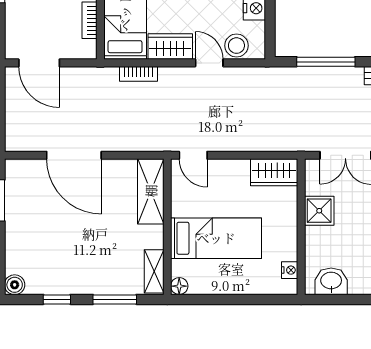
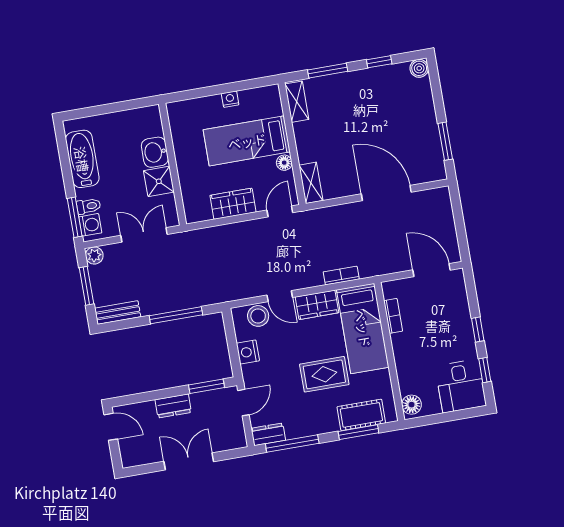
door: (193, 155) -> (280, 211), hinge flipped
wardrobe: (274, 172) -> (233, 204), moved
shelving: (151, 191) -> (311, 183), width x0.67, depth x0.75
nightstand: (290, 270) -> (230, 99), moved, turned 90
washbasin: (331, 281) -> (155, 152), moved, turned 90
floor lamp: (179, 286) -> (284, 163), moved

